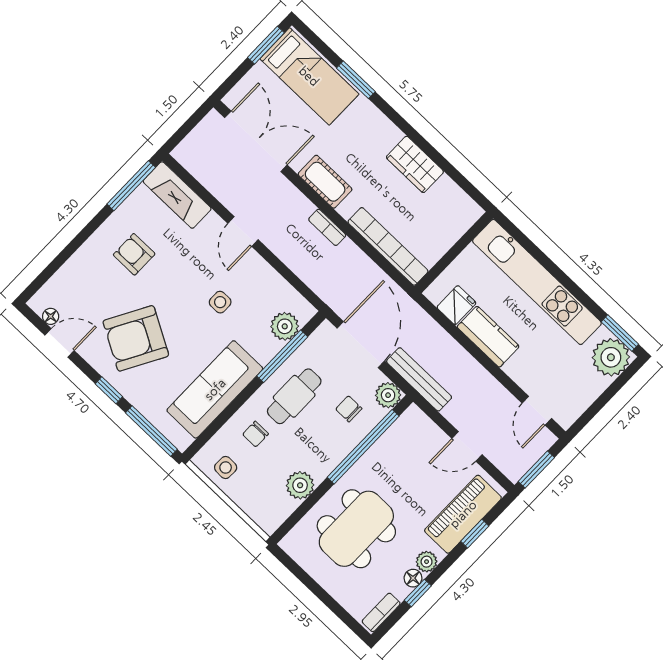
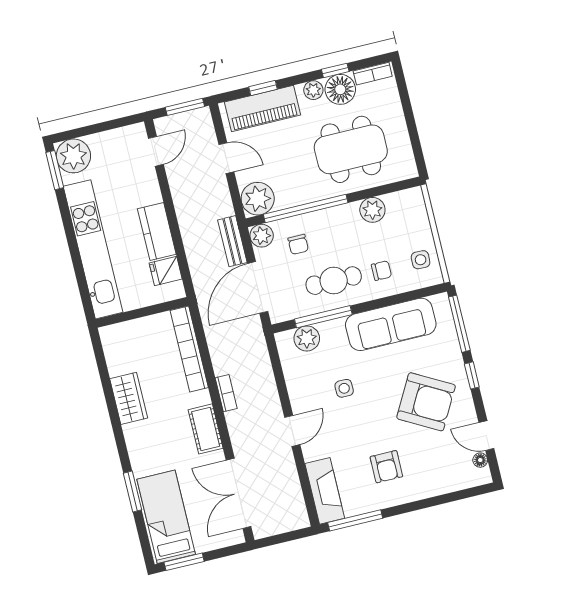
bench: (419, 379) -> (232, 241), width x0.73
plant: (414, 427) -> (258, 199), added
floor lamp: (413, 578) -> (340, 89), width x1.89, depth x1.89

